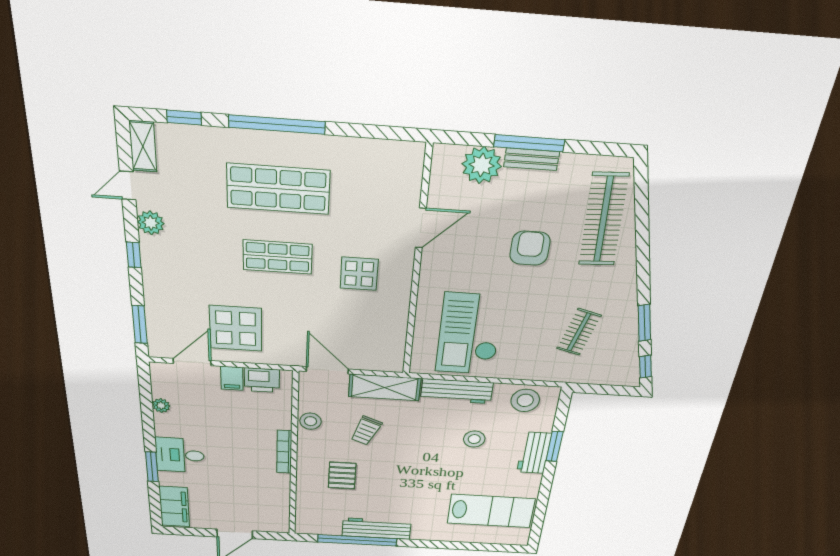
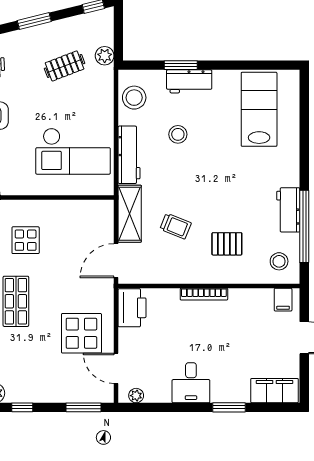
window: (644, 323) -> (34, 21), moved
clothes rail: (579, 332) -> (65, 66), turned -36
plant: (582, 374) -> (105, 56), added
filing cabinet: (232, 378) -> (283, 300), moved, turned 90
printer: (262, 380) -> (132, 308), width x1.37, depth x1.19
plant: (161, 406) -> (136, 396), moved
stool: (310, 421) -> (279, 261), moved
desk: (180, 455) -> (191, 383), moved
workbench: (376, 529) -> (288, 210), width x0.73

